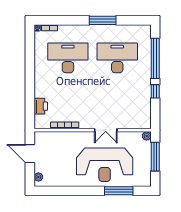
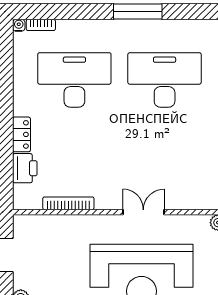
locker: (39, 88) -> (22, 134), added
double door: (106, 130) -> (143, 212), swing flipped

